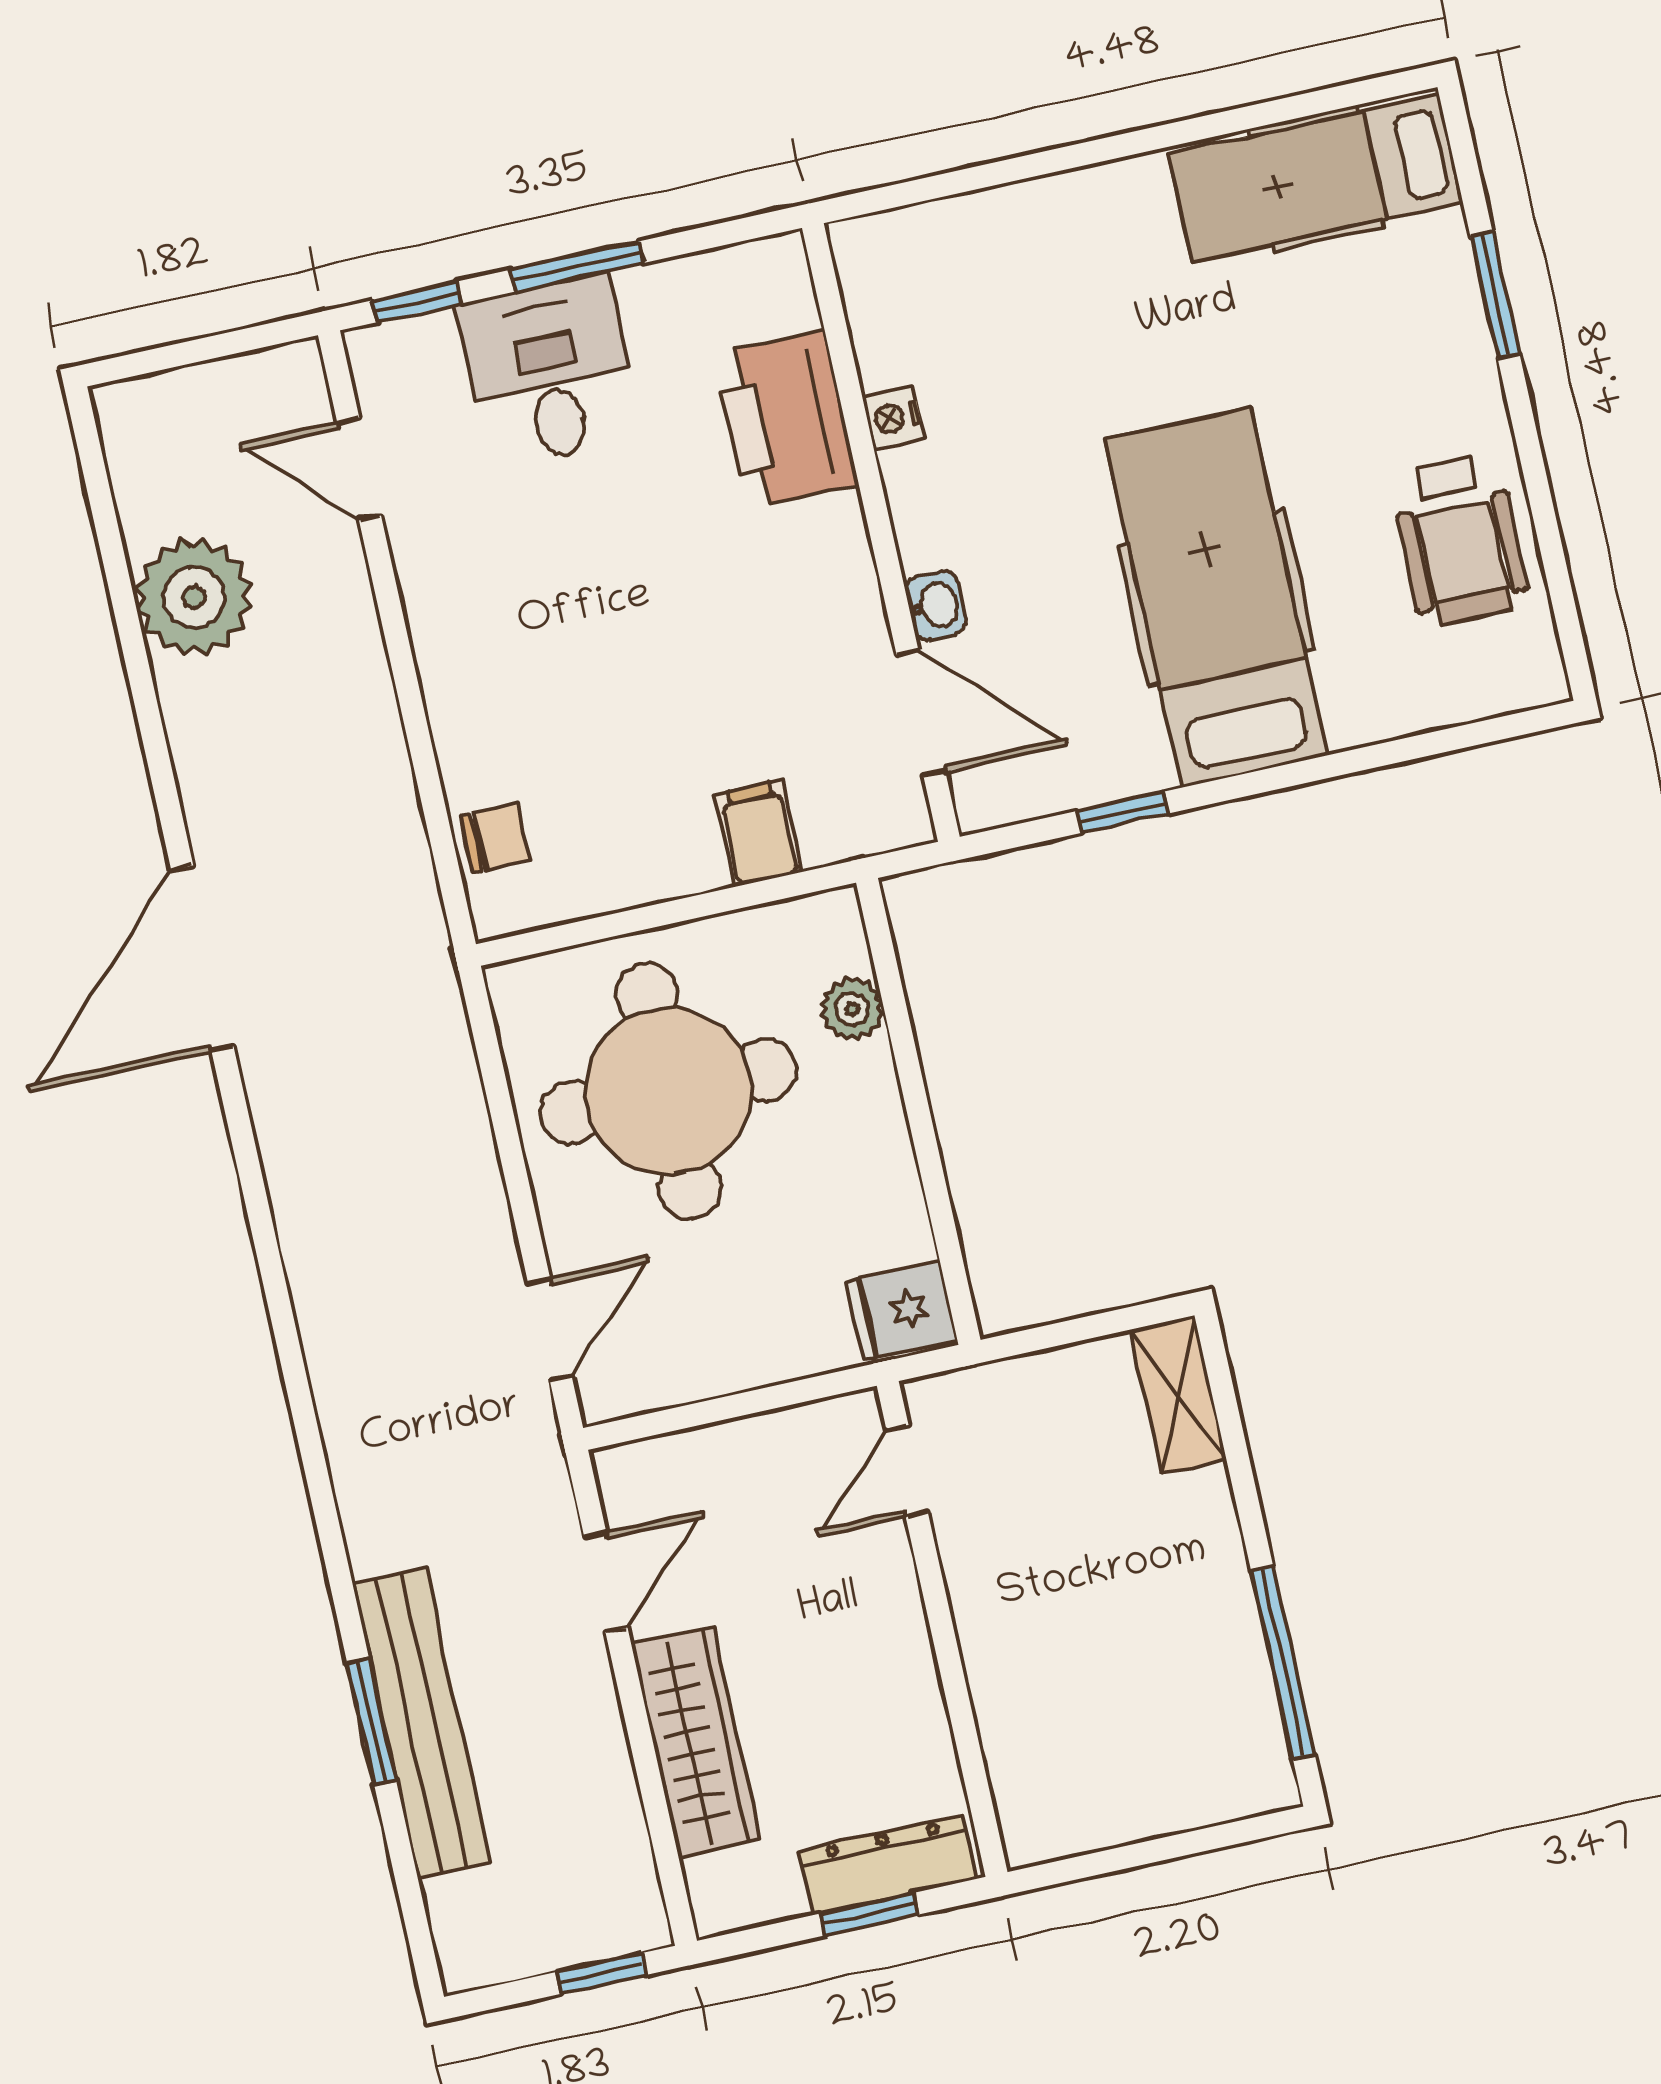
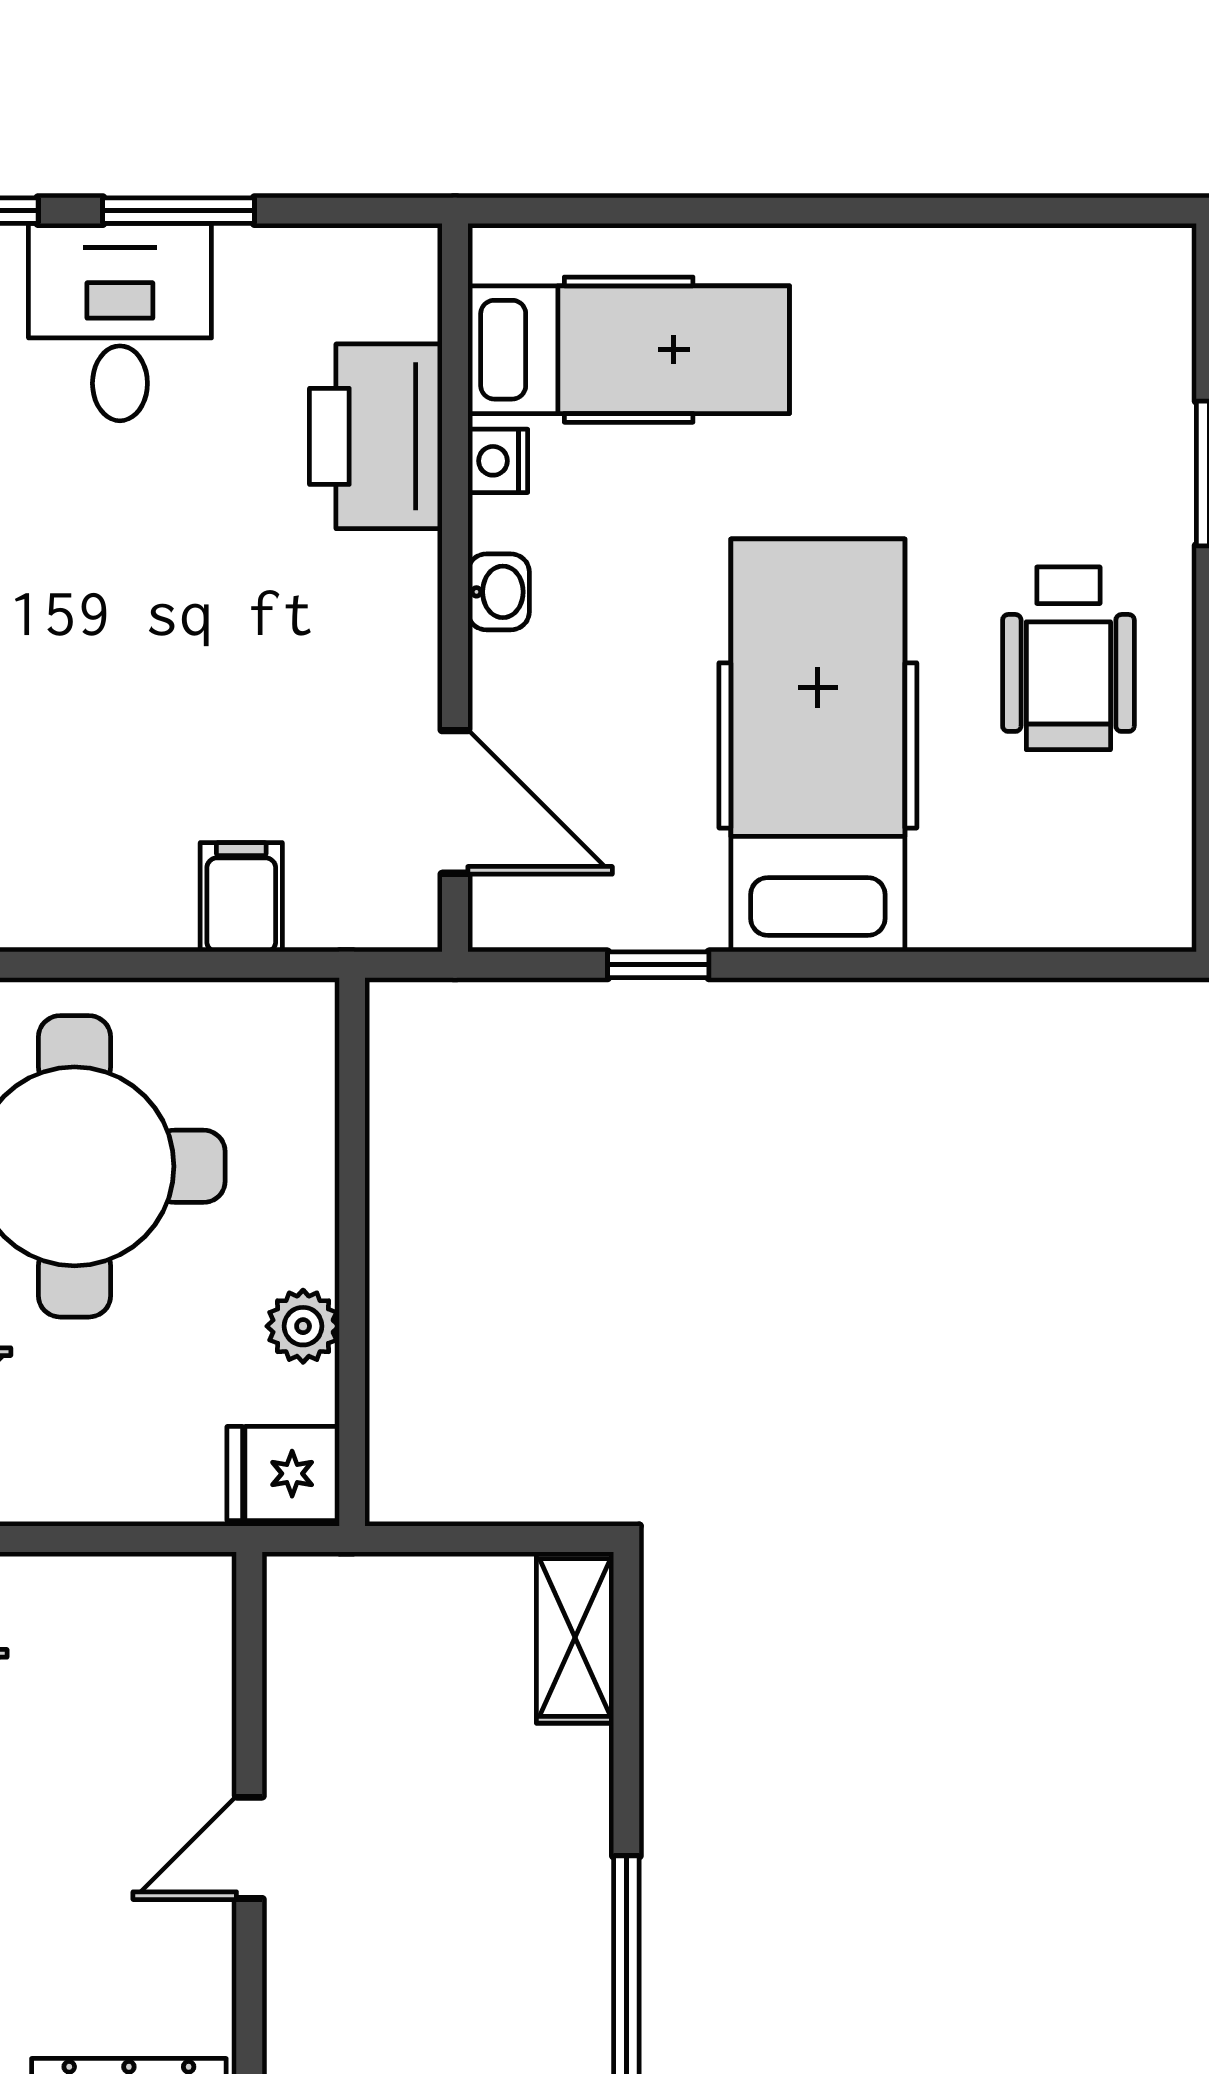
hospital bed: (1316, 178) -> (629, 350), moved, turned 180
wheelchair: (1460, 540) -> (1068, 658), moved
washbasin: (936, 606) -> (499, 592), moved
plant: (852, 1009) -> (303, 1326), moved
door: (907, 1471) -> (249, 1848), moved

